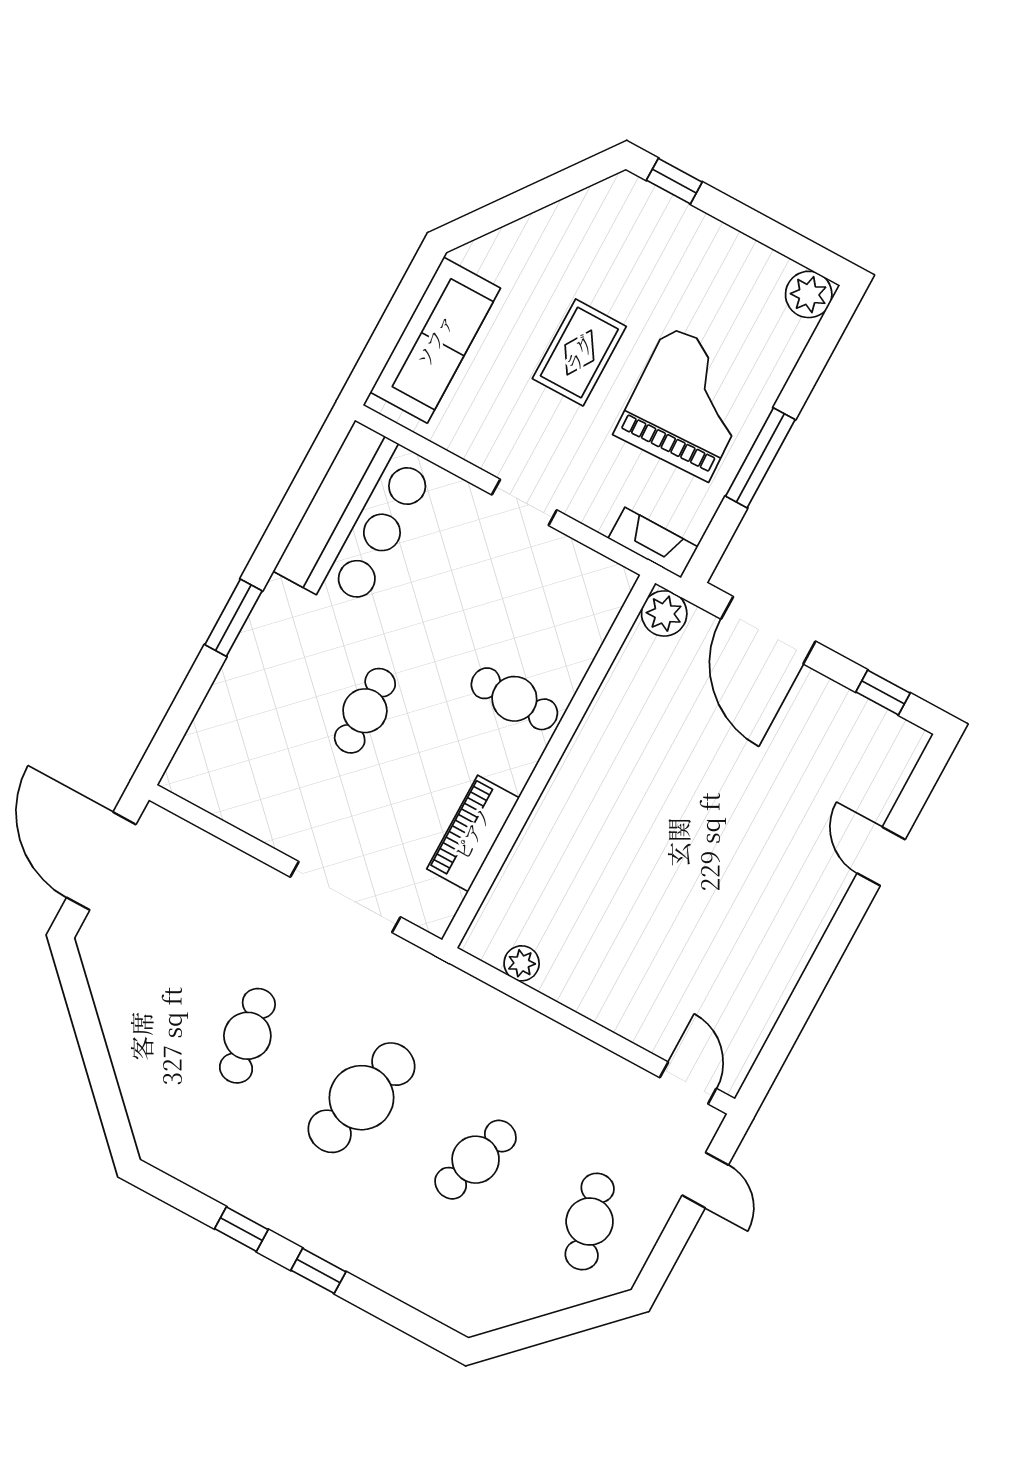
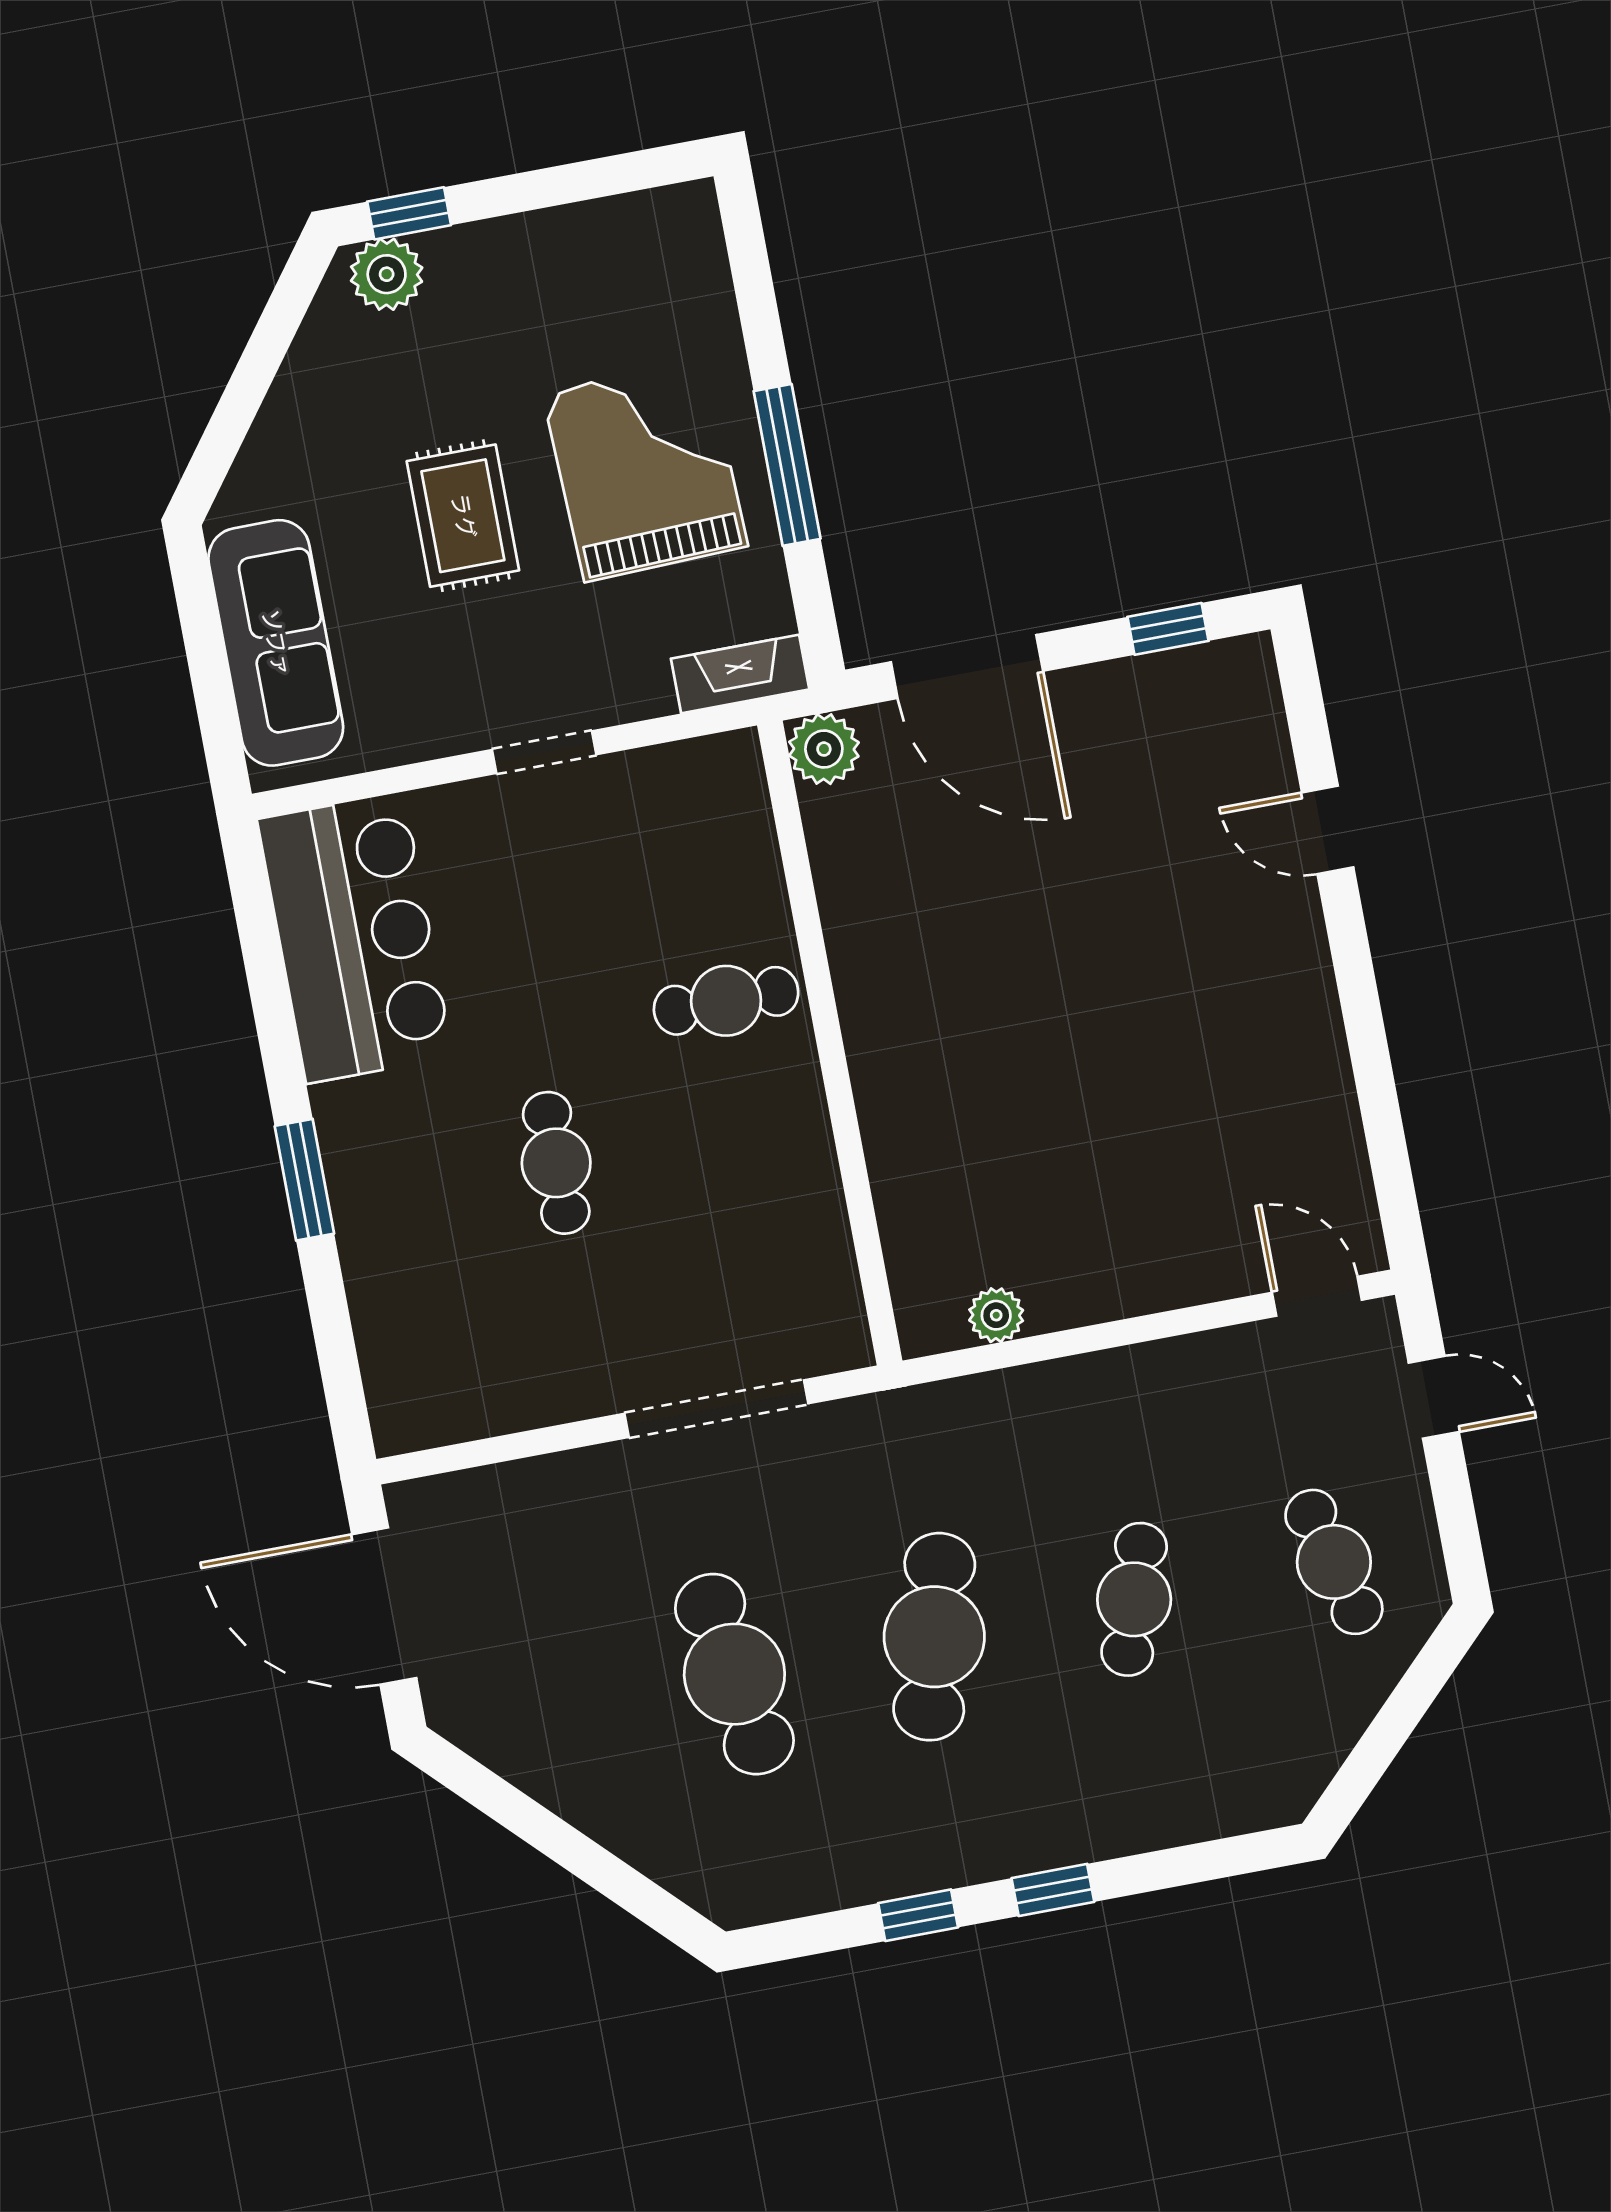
plant: (809, 294) -> (387, 274), moved
piano: (473, 833) -> (809, 1205), removed
cafe table: (247, 1036) -> (734, 1674), width x1.37, depth x1.35

